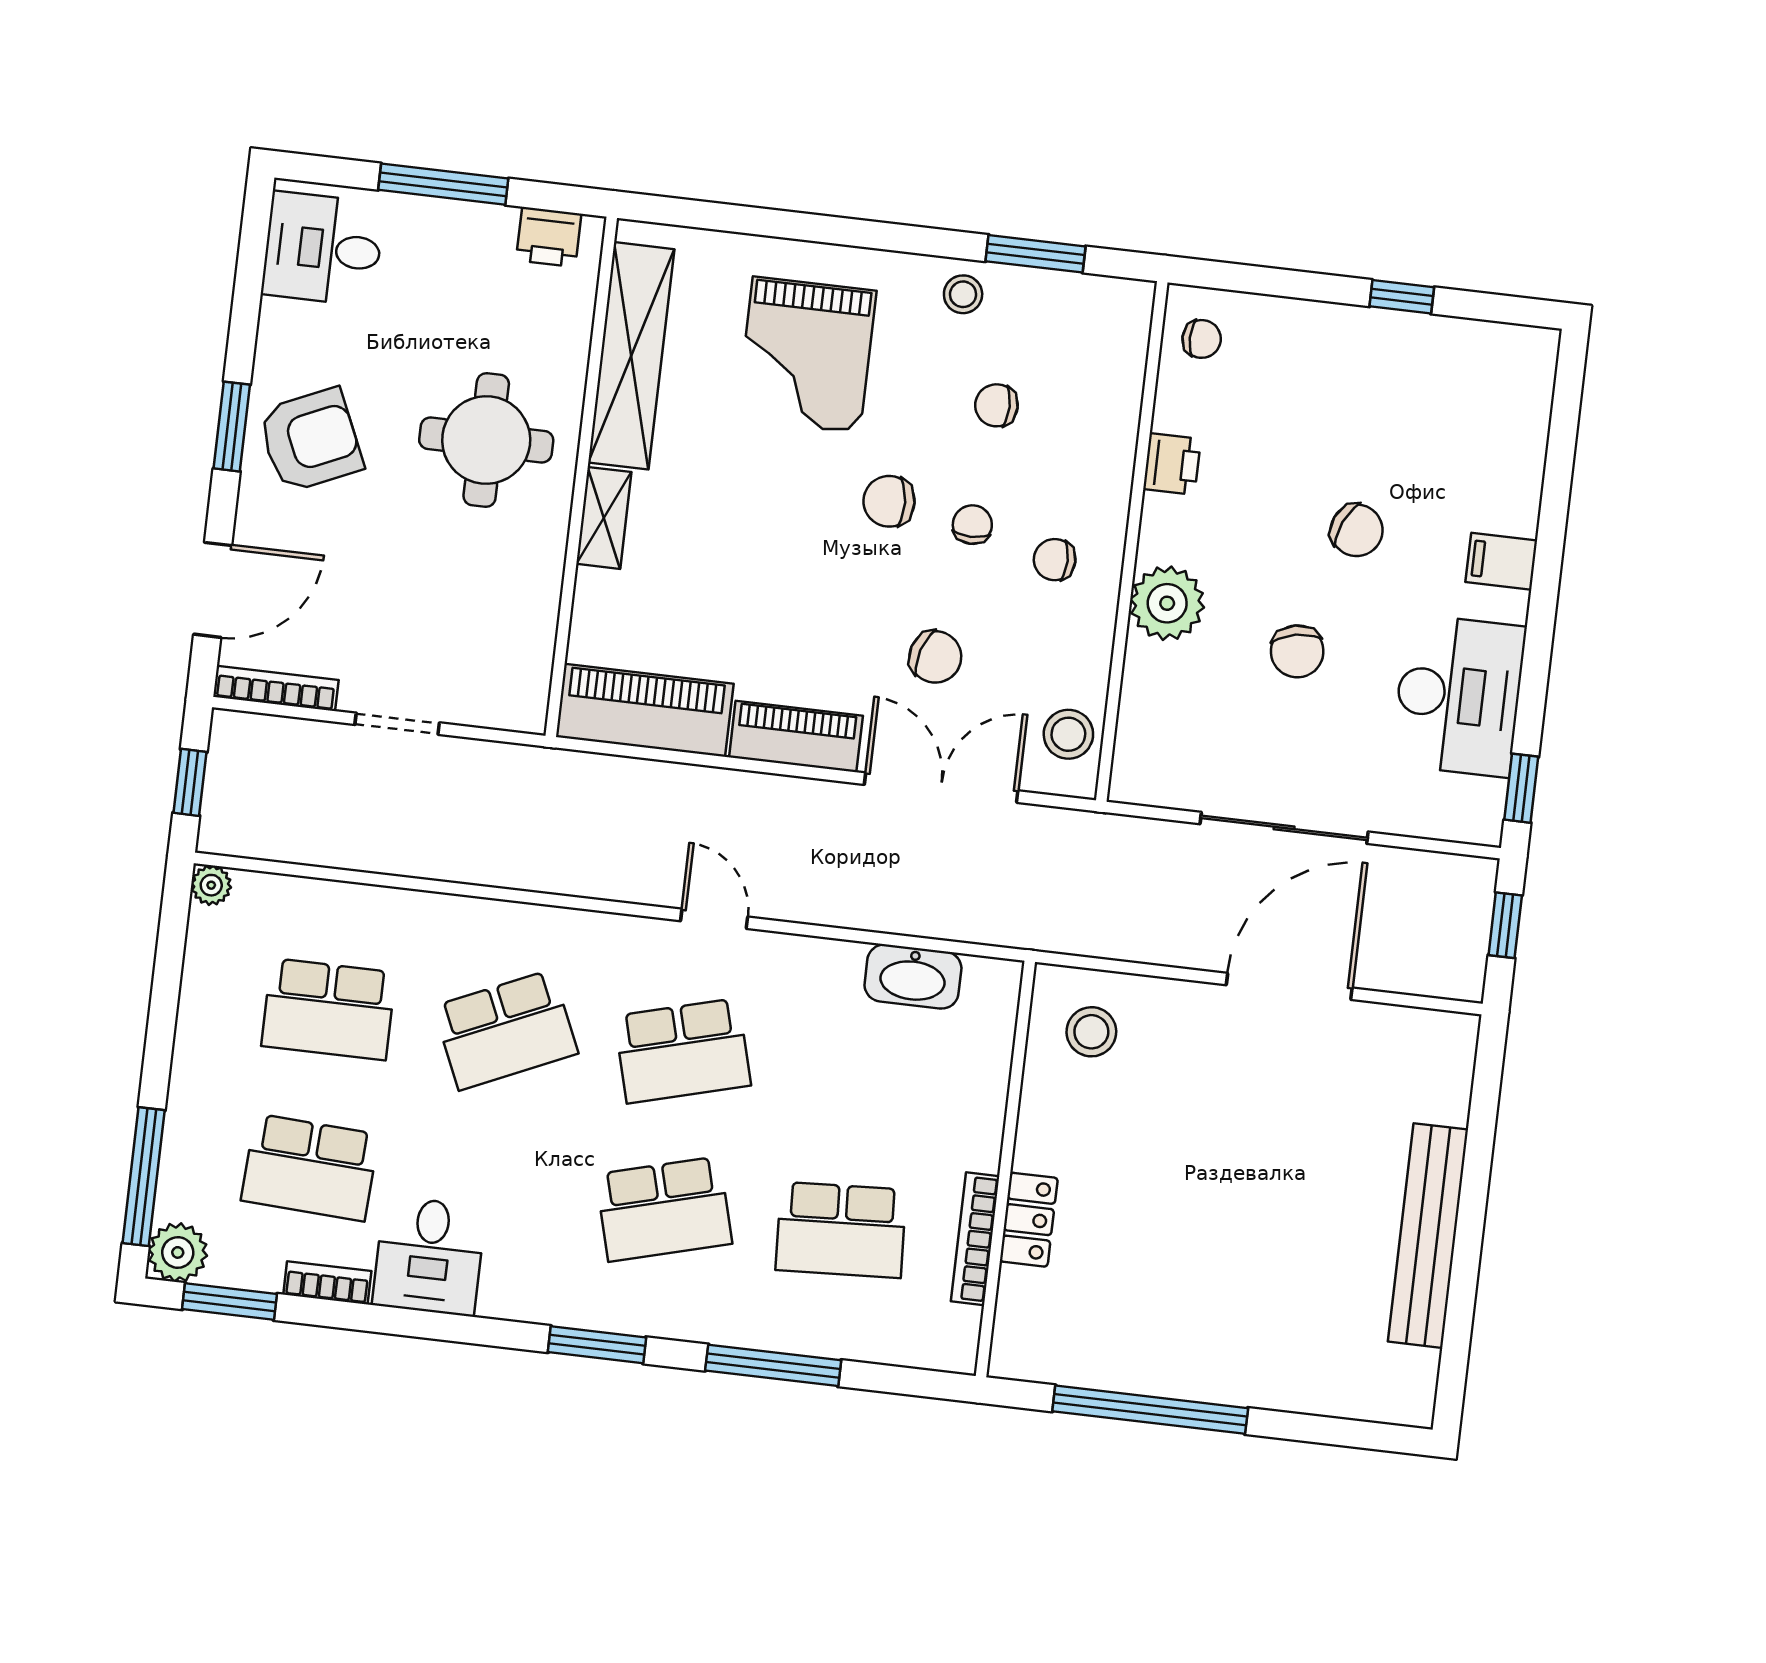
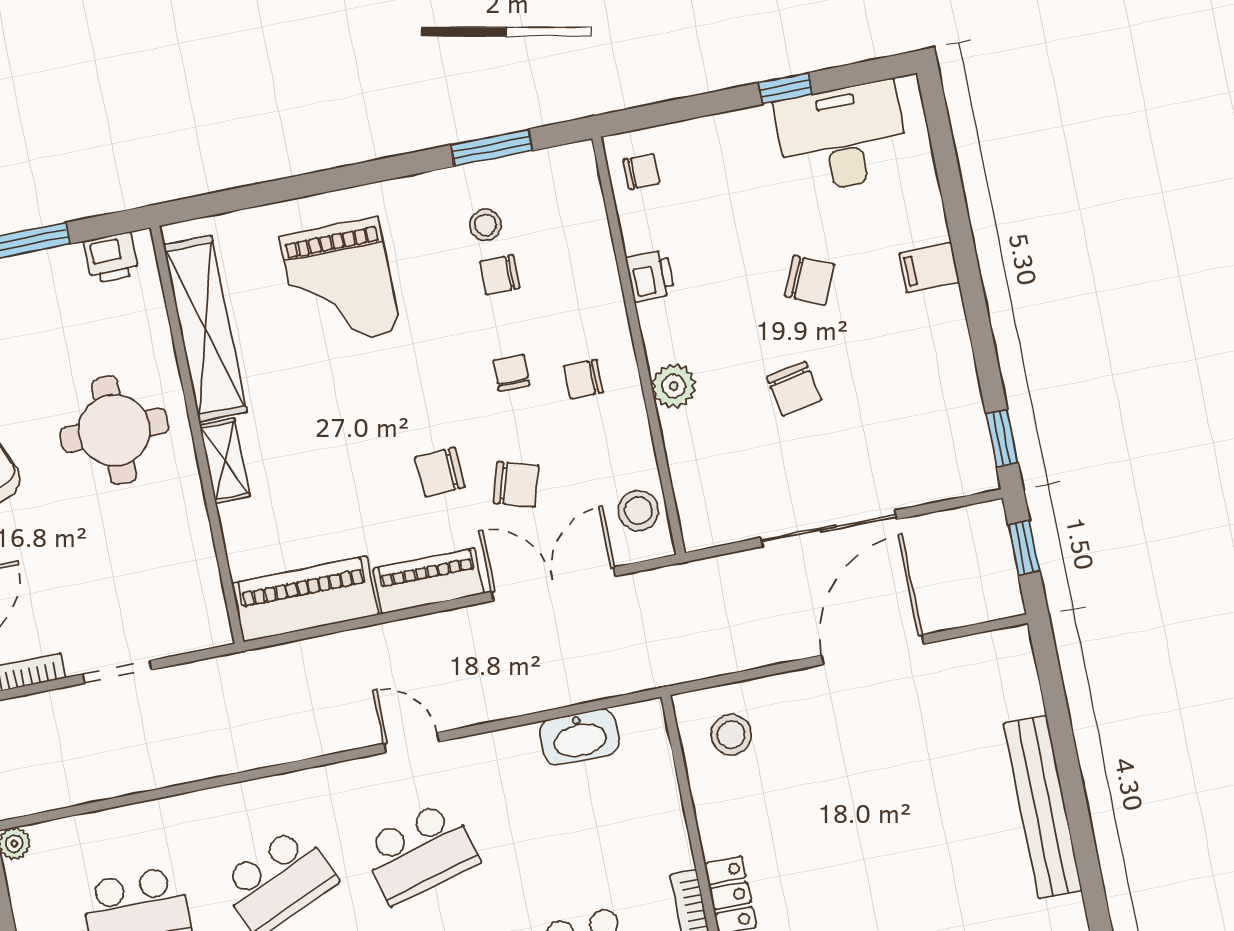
stool: (963, 294) -> (485, 225), moved
chair: (889, 501) -> (440, 472), moved
plant: (1167, 603) -> (674, 386), width x0.73, depth x0.73
desk: (1459, 696) -> (842, 138), moved, turned -90

